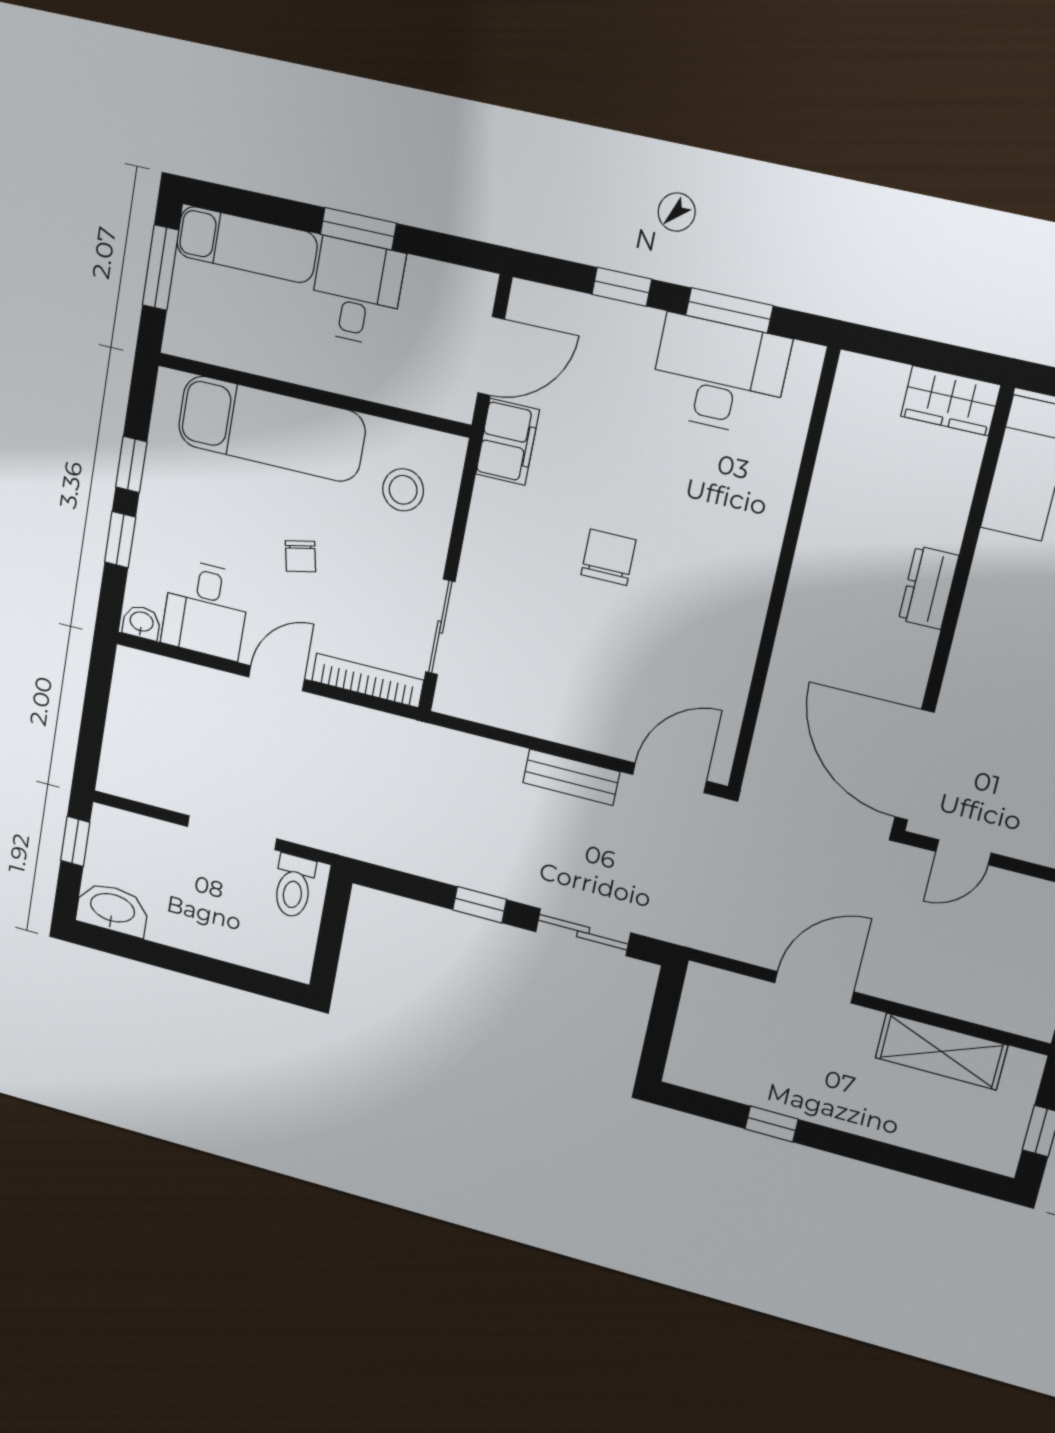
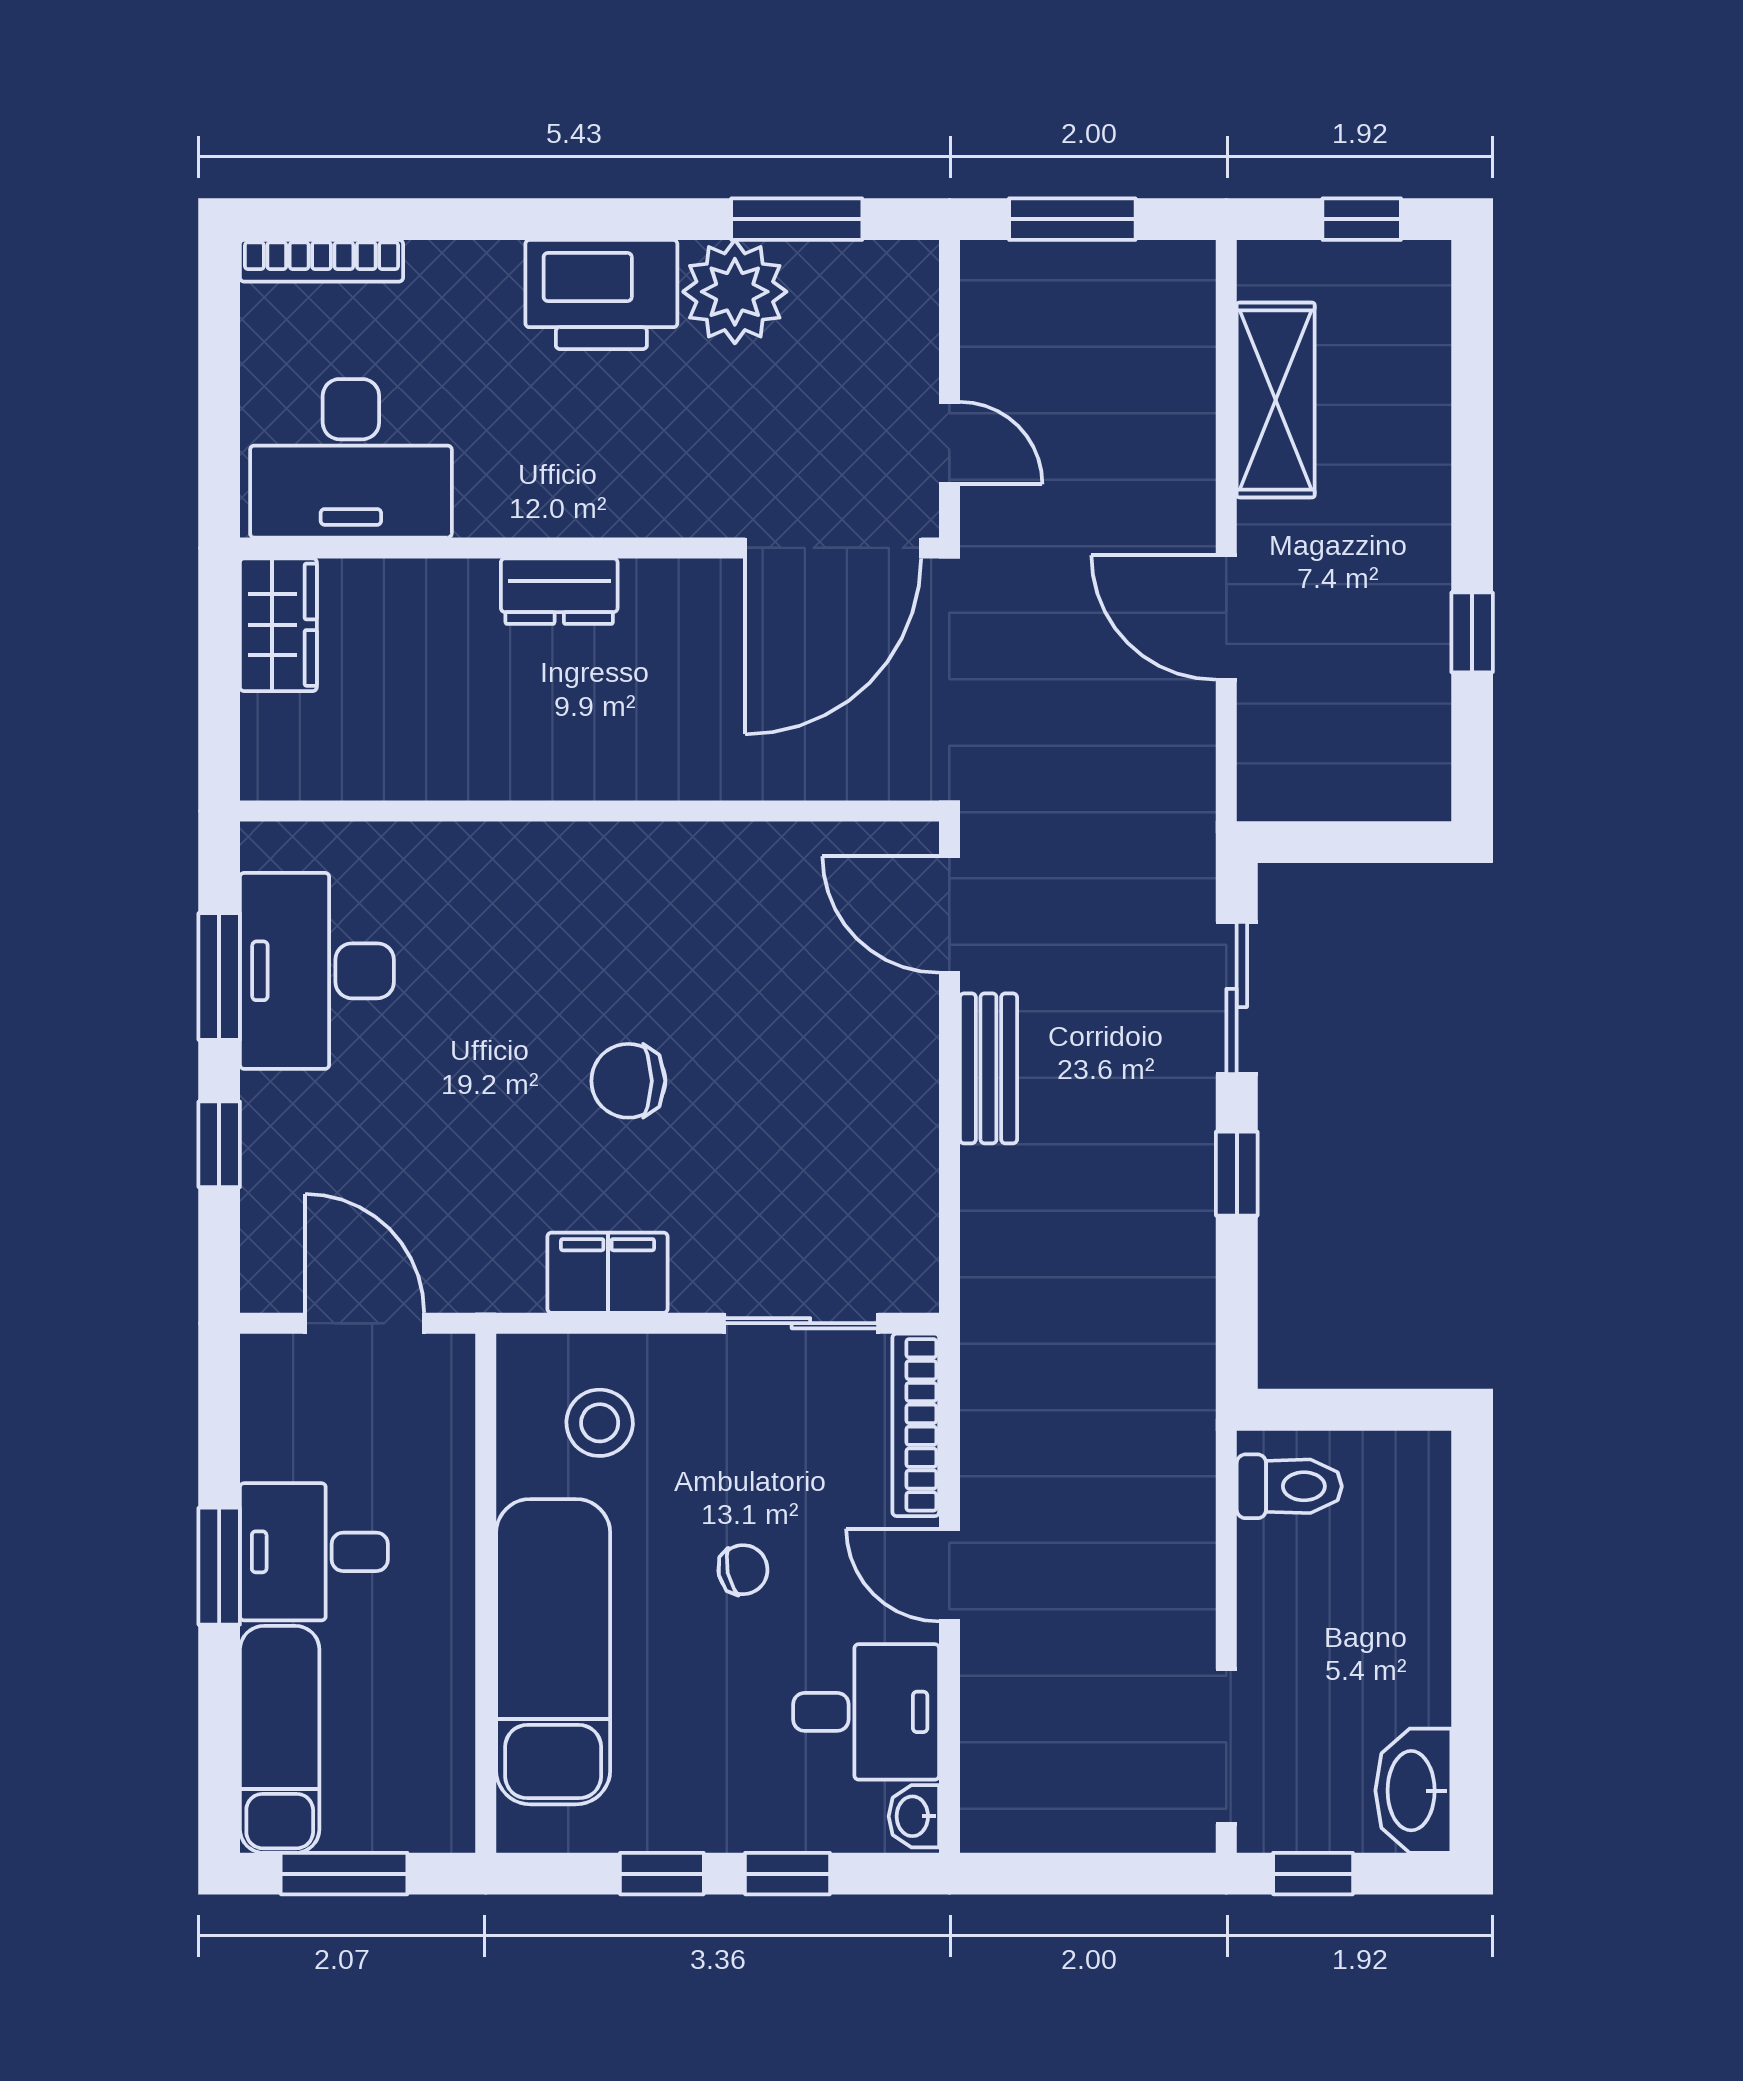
filing cabinet: (507, 442) -> (608, 1273), moved
doorway: (232, 833) -> (1226, 1747), moved

